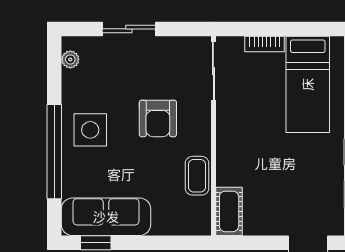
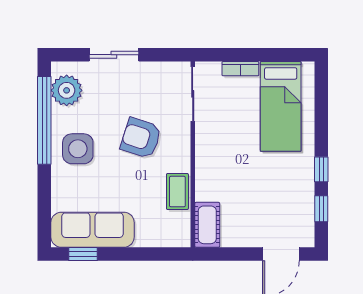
plant: (70, 59) -> (67, 90), width x1.88, depth x1.88
armchair: (158, 118) -> (141, 138), turned 108
window: (54, 152) -> (44, 120), moved

